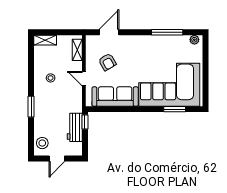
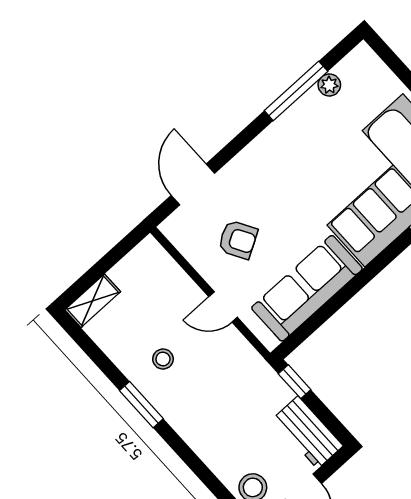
plant: (194, 40) -> (329, 85), moved
shelving: (77, 50) -> (165, 266), removed
window: (31, 107) -> (141, 405), moved
workbench: (75, 127) -> (308, 432), moved

